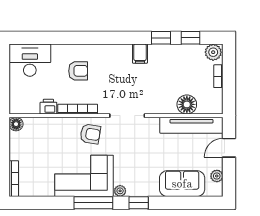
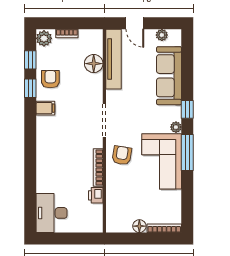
armchair: (78, 71) -> (50, 79), moved
floor lamp: (16, 124) -> (139, 226), moved
sofa: (182, 184) -> (169, 76), width x1.36

